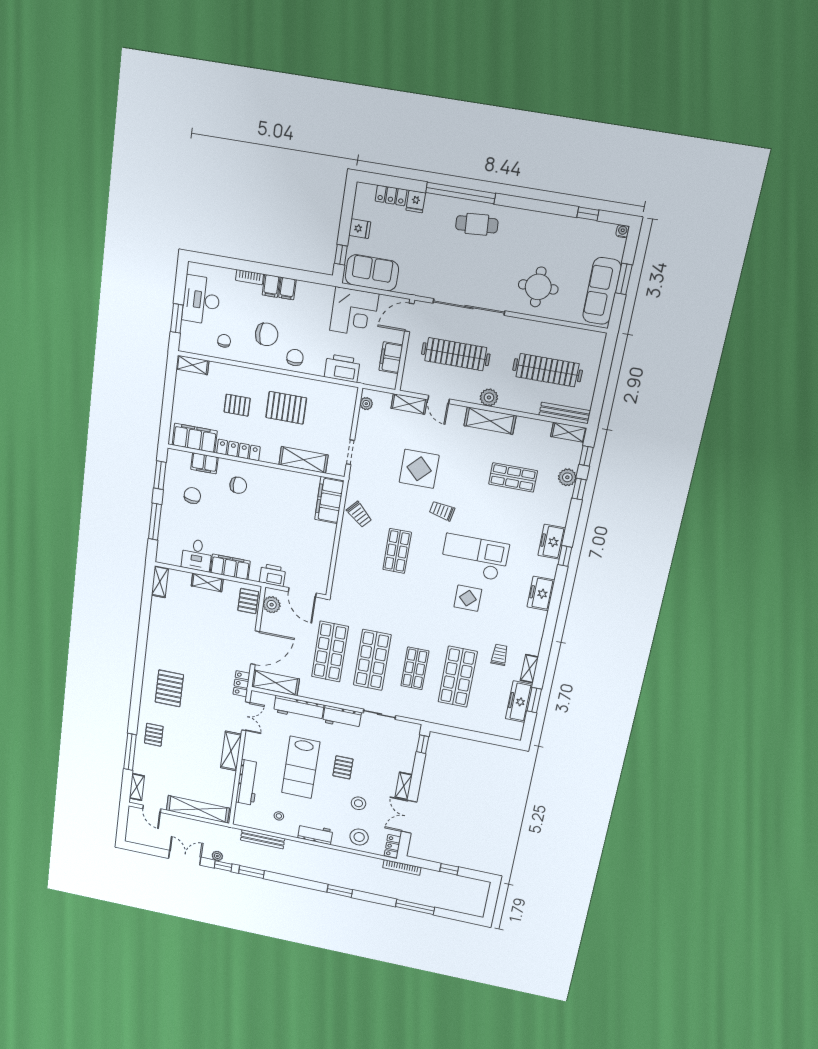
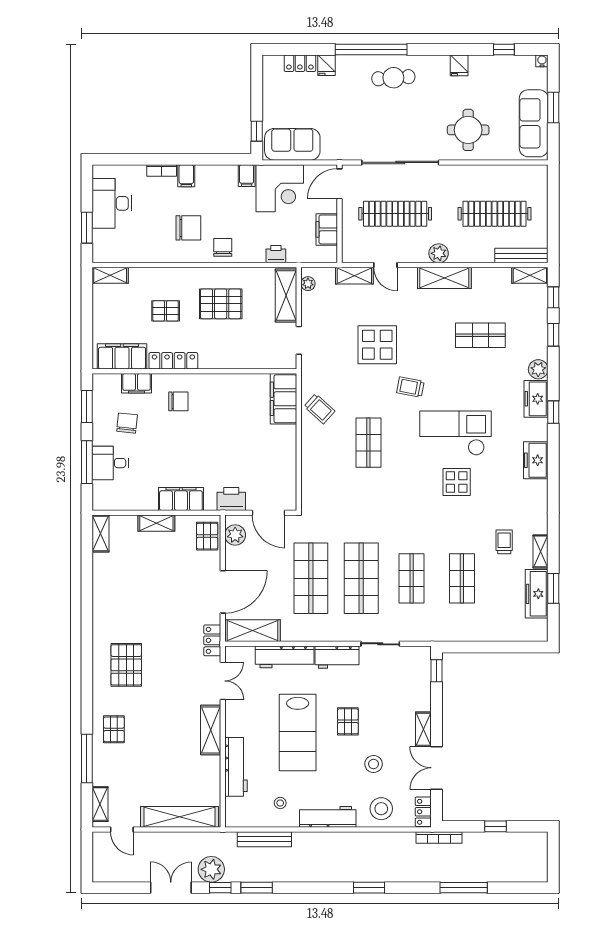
fridge: (360, 229) -> (459, 65), moved, turned 90
filing cabinet: (287, 289) -> (247, 176), moved
chair: (224, 341) -> (142, 243), removed
printer: (342, 368) -> (276, 254), width x0.53, depth x0.68
shelving: (303, 460) -> (286, 295), moved, turned 90
plant: (567, 477) -> (538, 369), moved
desk: (197, 555) -> (110, 463), moved, turned 90
shop shelf: (458, 677) -> (462, 578), width x0.70, depth x0.74
workbench: (315, 834) -> (328, 817), width x1.38
plant: (217, 856) -> (211, 869), width x1.88, depth x1.88

